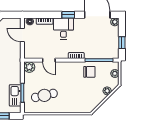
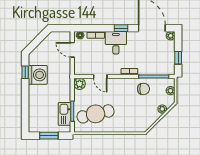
cafe table: (44, 95) -> (96, 114), width x1.37, depth x1.35

